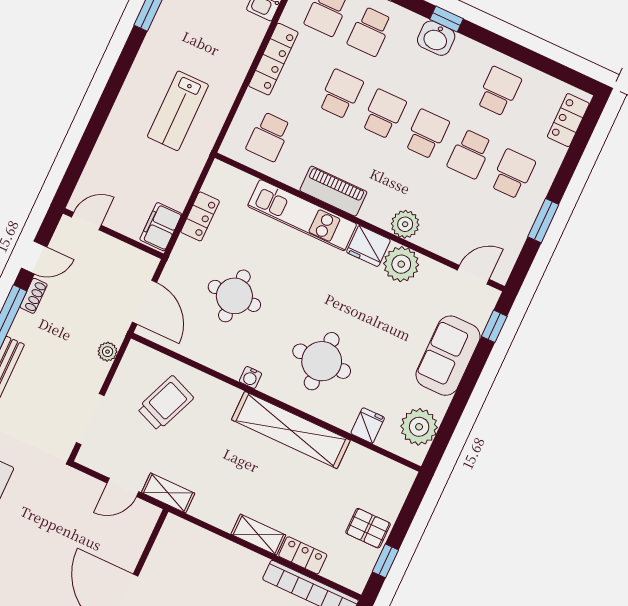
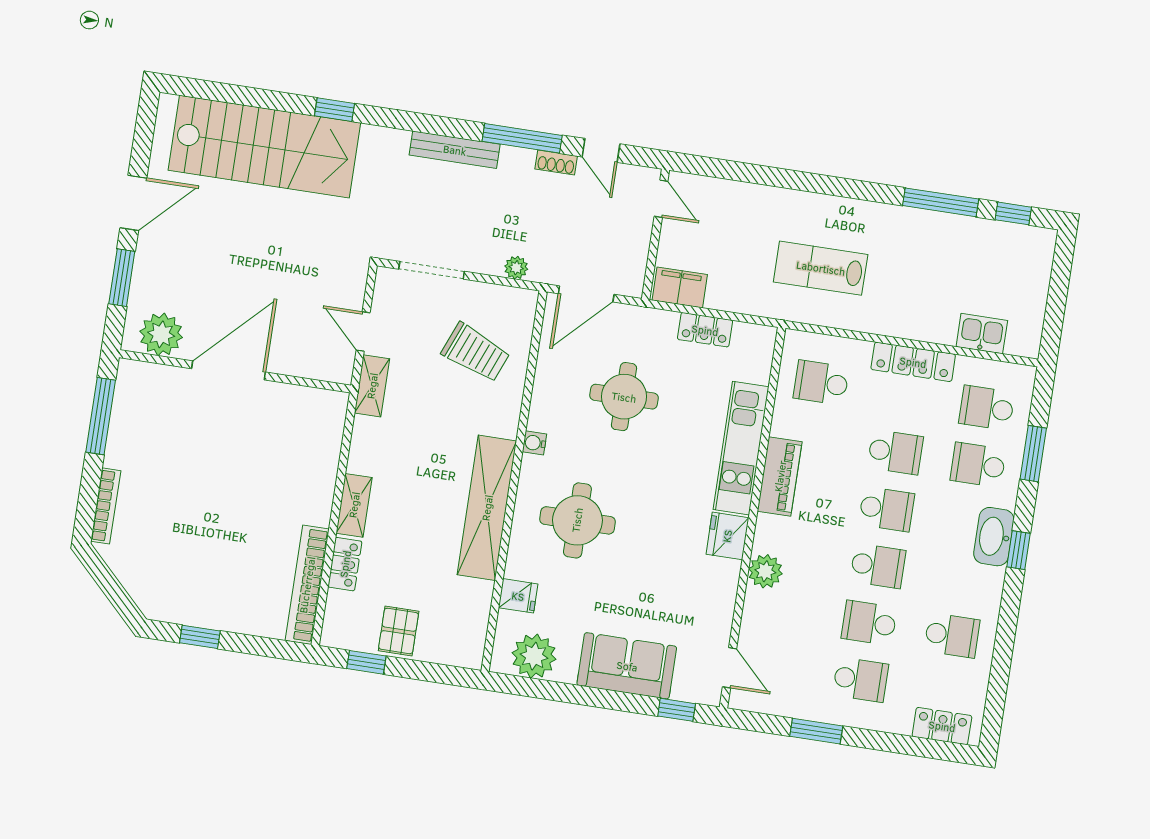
washbasin: (436, 38) -> (994, 537), width x1.38
plant: (401, 264) -> (717, 580), removed

